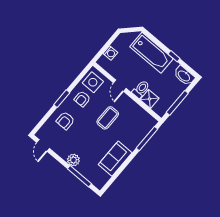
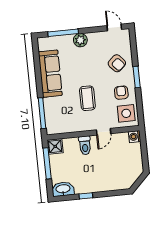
washing machine: (110, 53) -> (135, 137), moved
bathtub: (152, 53) -> (105, 181), removed
door: (120, 86) -> (104, 132), swing flipped
shower: (149, 99) -> (55, 146), moved
armchair: (65, 121) -> (117, 63), turned 138
sofa: (115, 159) -> (50, 74), width x1.36

